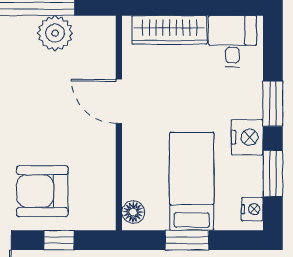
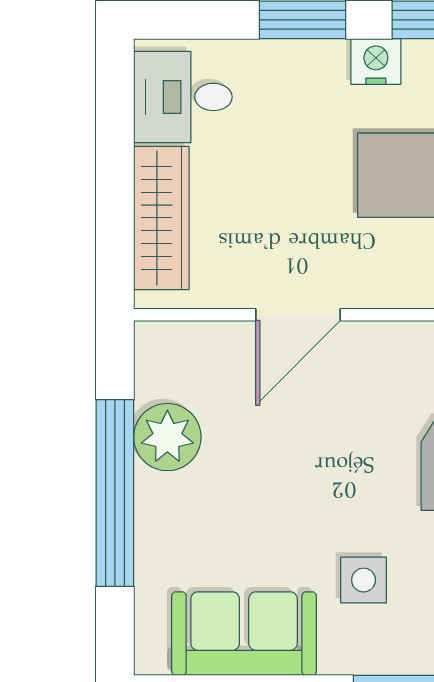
nightstand: (247, 137) -> (376, 62), width x0.74, depth x0.75

